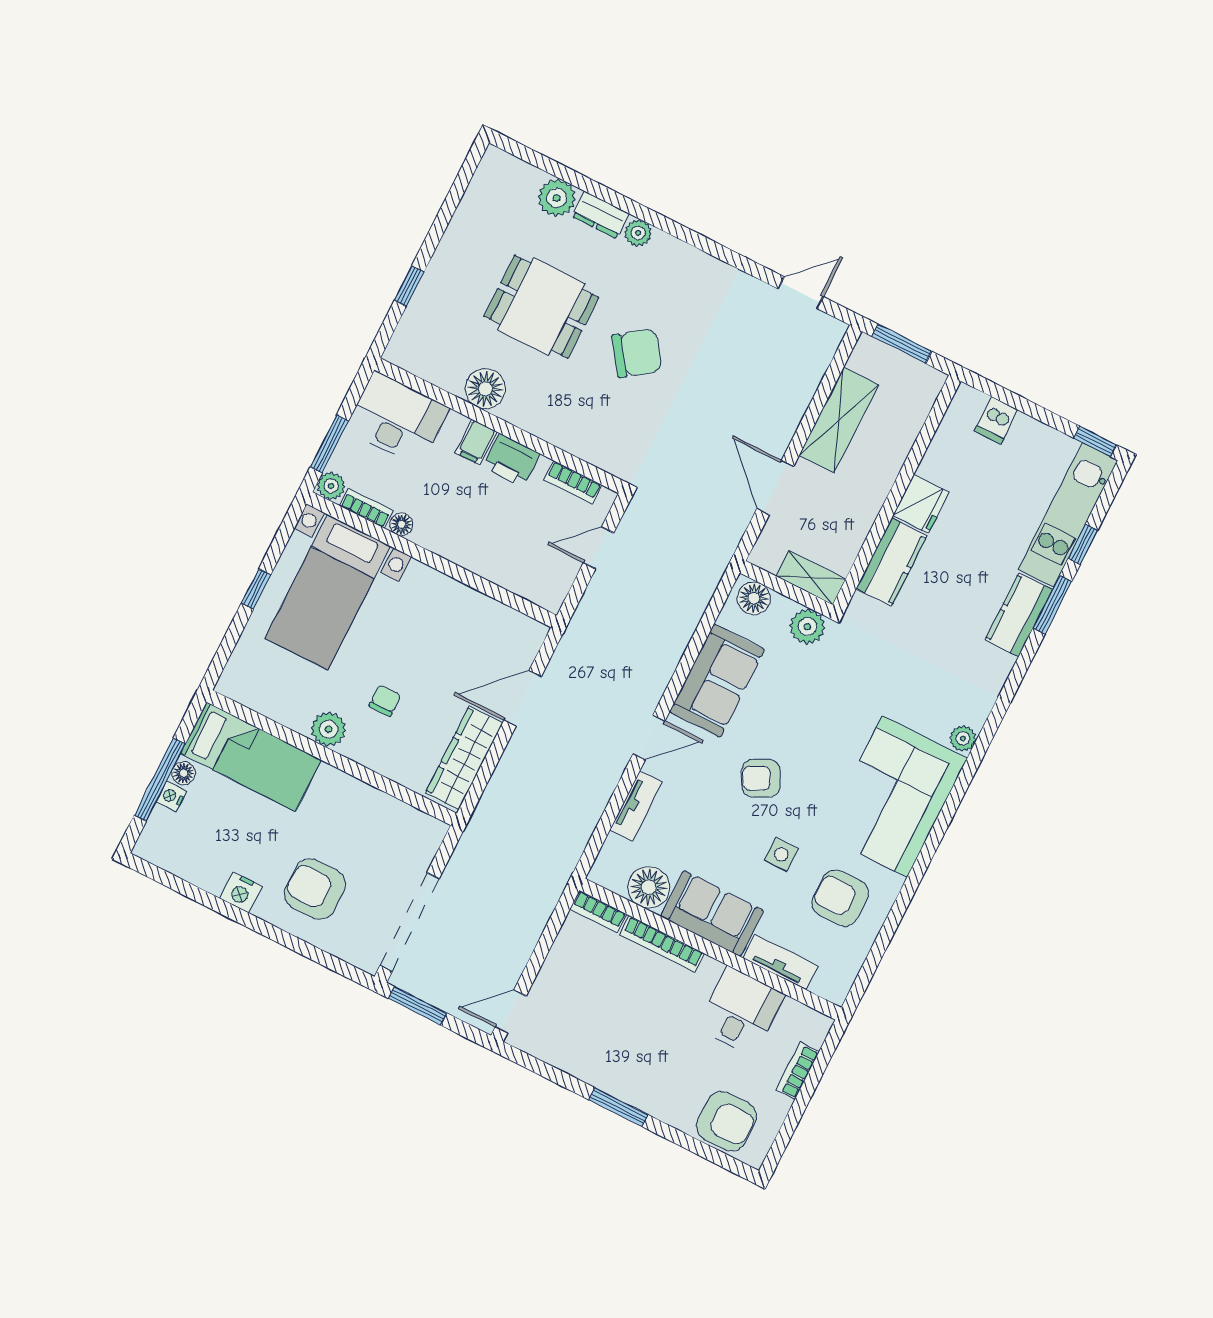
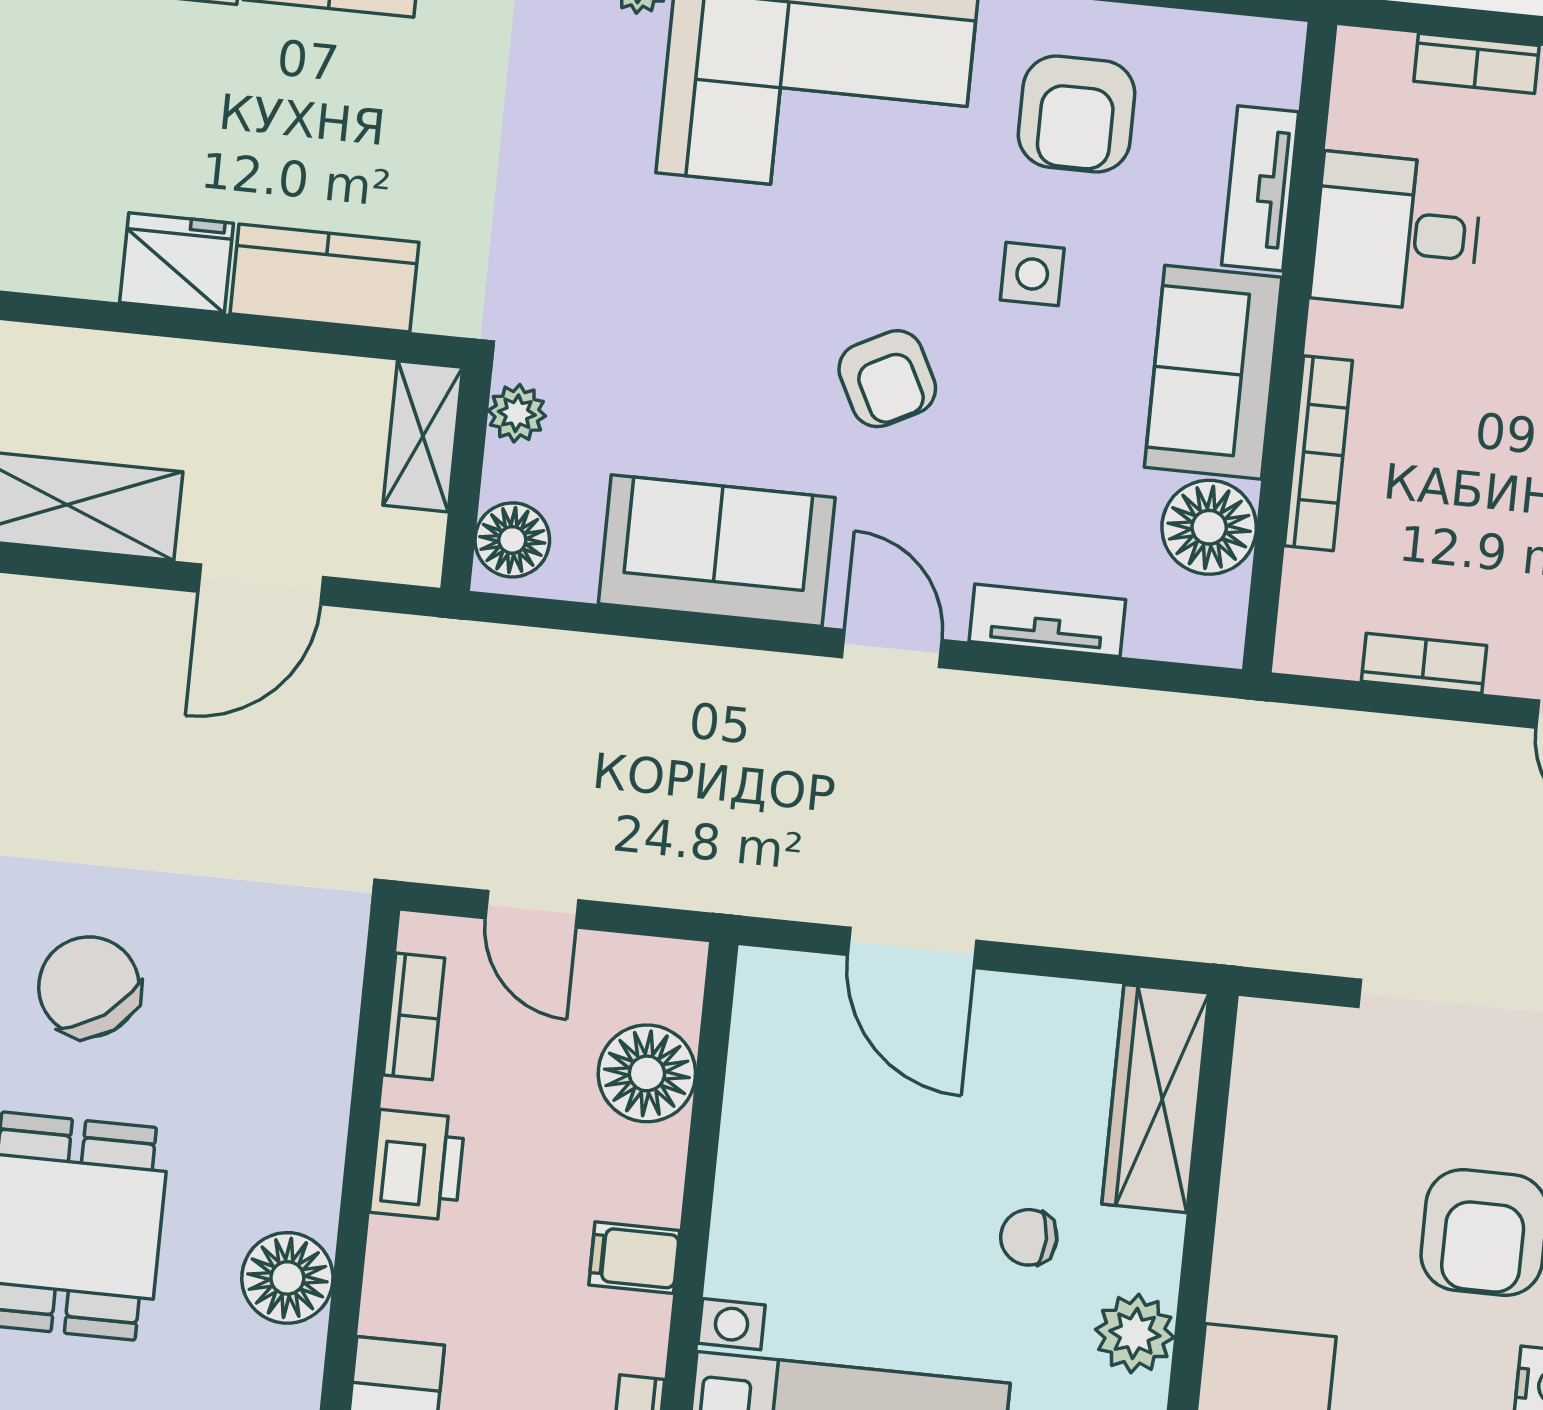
filing cabinet: (476, 442) -> (634, 1258), moved, turned 180
floor lamp: (401, 524) -> (647, 1073), moved, width x1.89, depth x1.89
plant: (807, 627) -> (517, 413), width x0.73, depth x0.73
wardrobe: (464, 758) -> (1156, 1099), moved, turned 90
bookcase: (598, 912) -> (1424, 663), moved, turned -90

